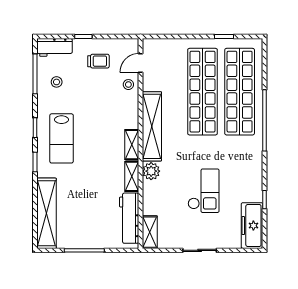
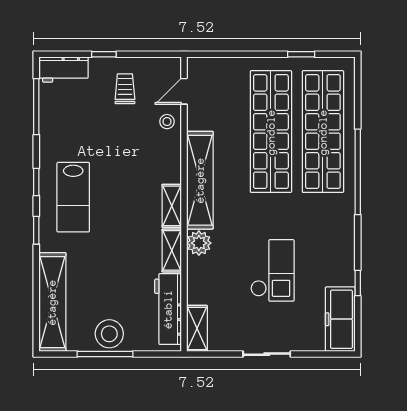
trolley: (98, 61) -> (125, 89), turned -90
stool: (57, 82) -> (109, 334), moved, width x1.89, depth x1.89

